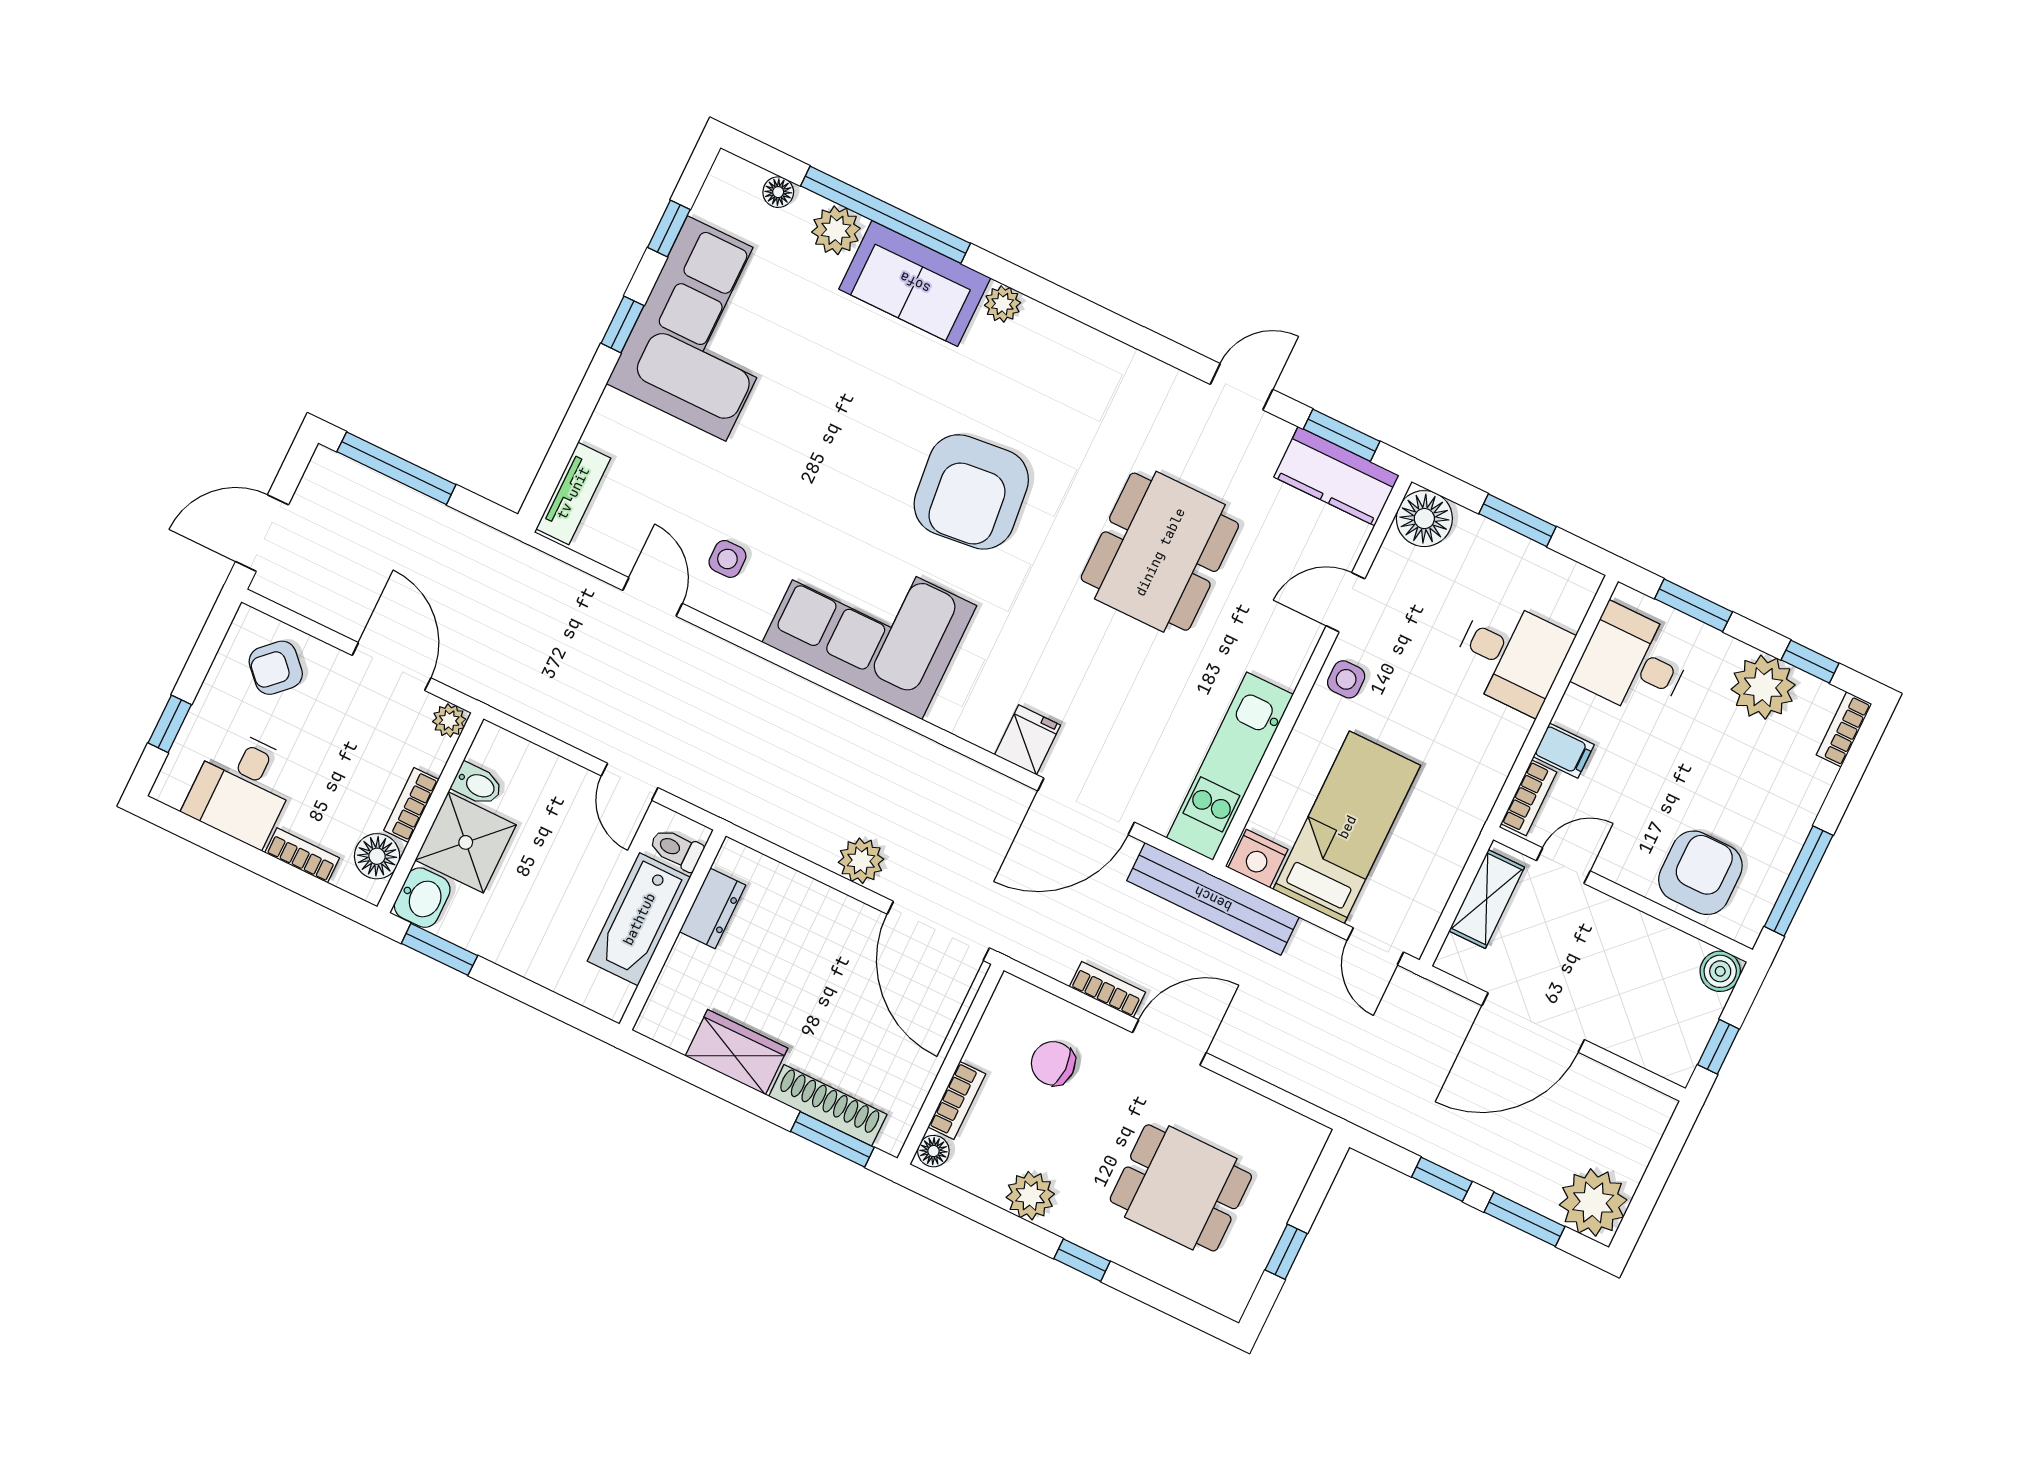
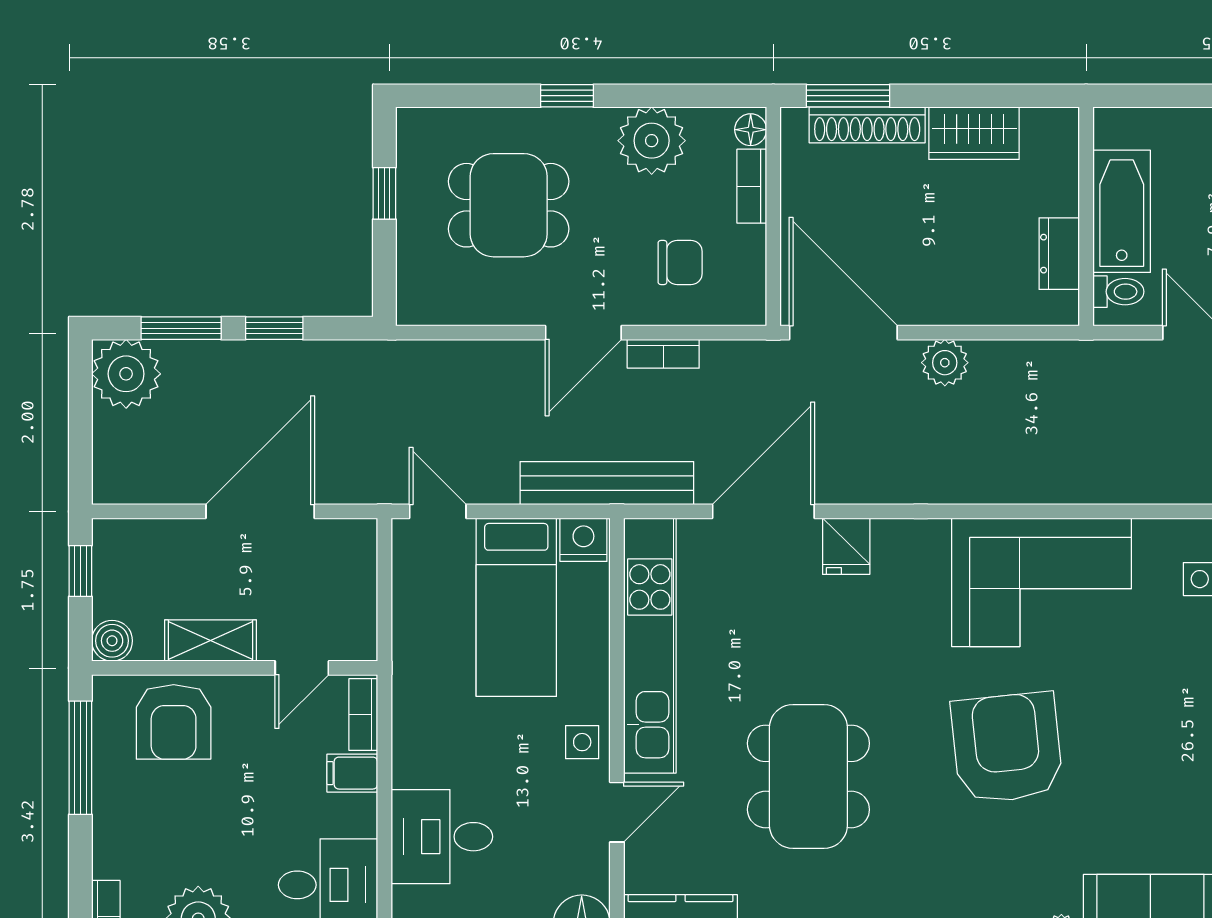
kitchen unit: (1230, 766) -> (650, 646), width x1.36
shelving: (1487, 899) -> (210, 641), moved, turned 90
plant: (1030, 1196) -> (652, 141), width x1.36, depth x1.36

